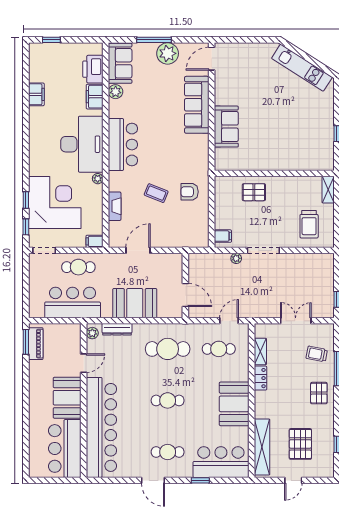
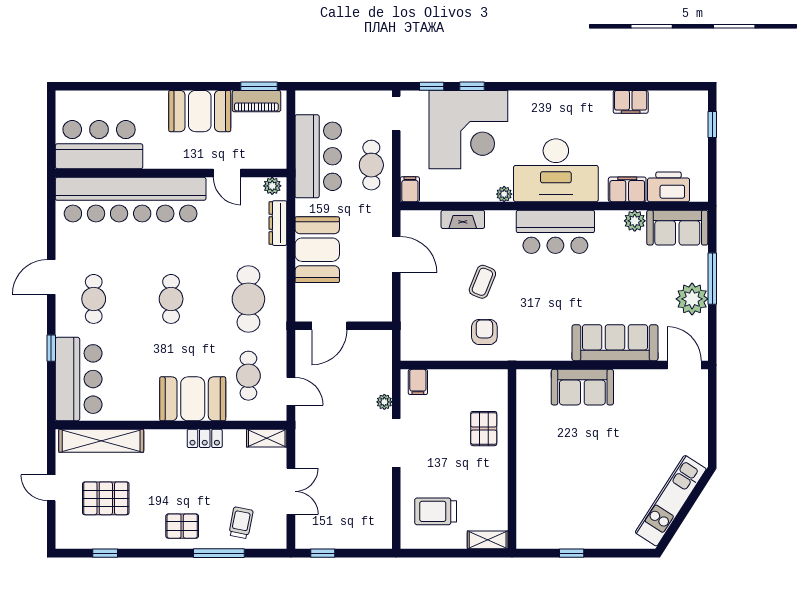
shelving: (260, 351) -> (267, 438), moved
booth: (67, 398) -> (200, 111), moved
booth: (234, 404) -> (193, 399), moved

